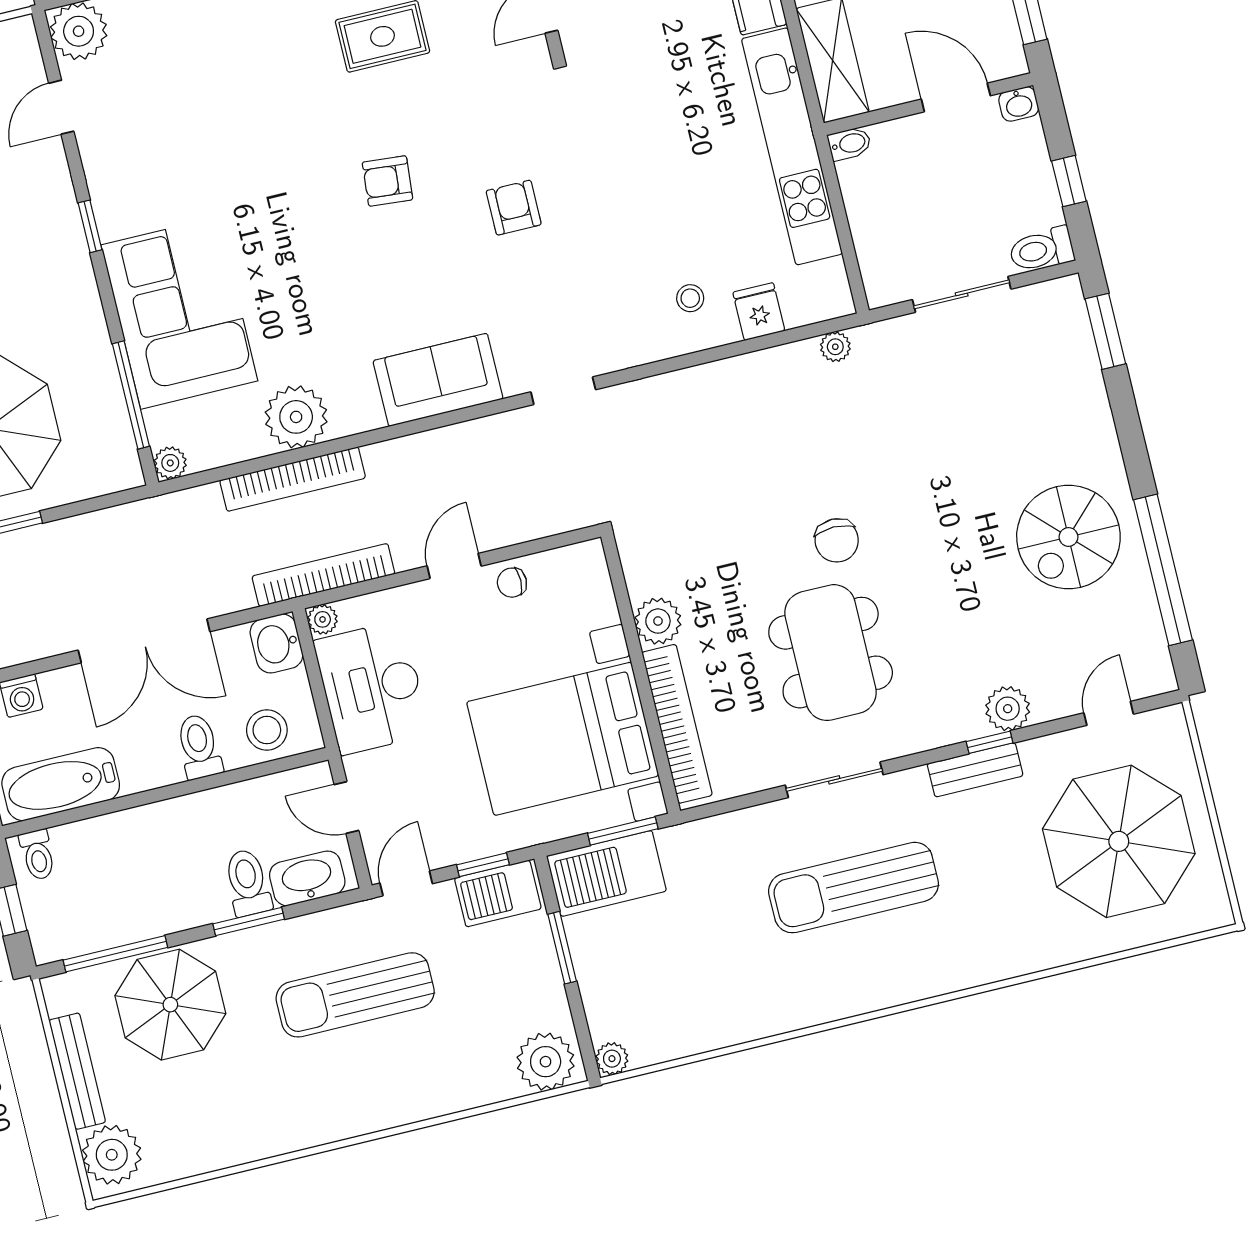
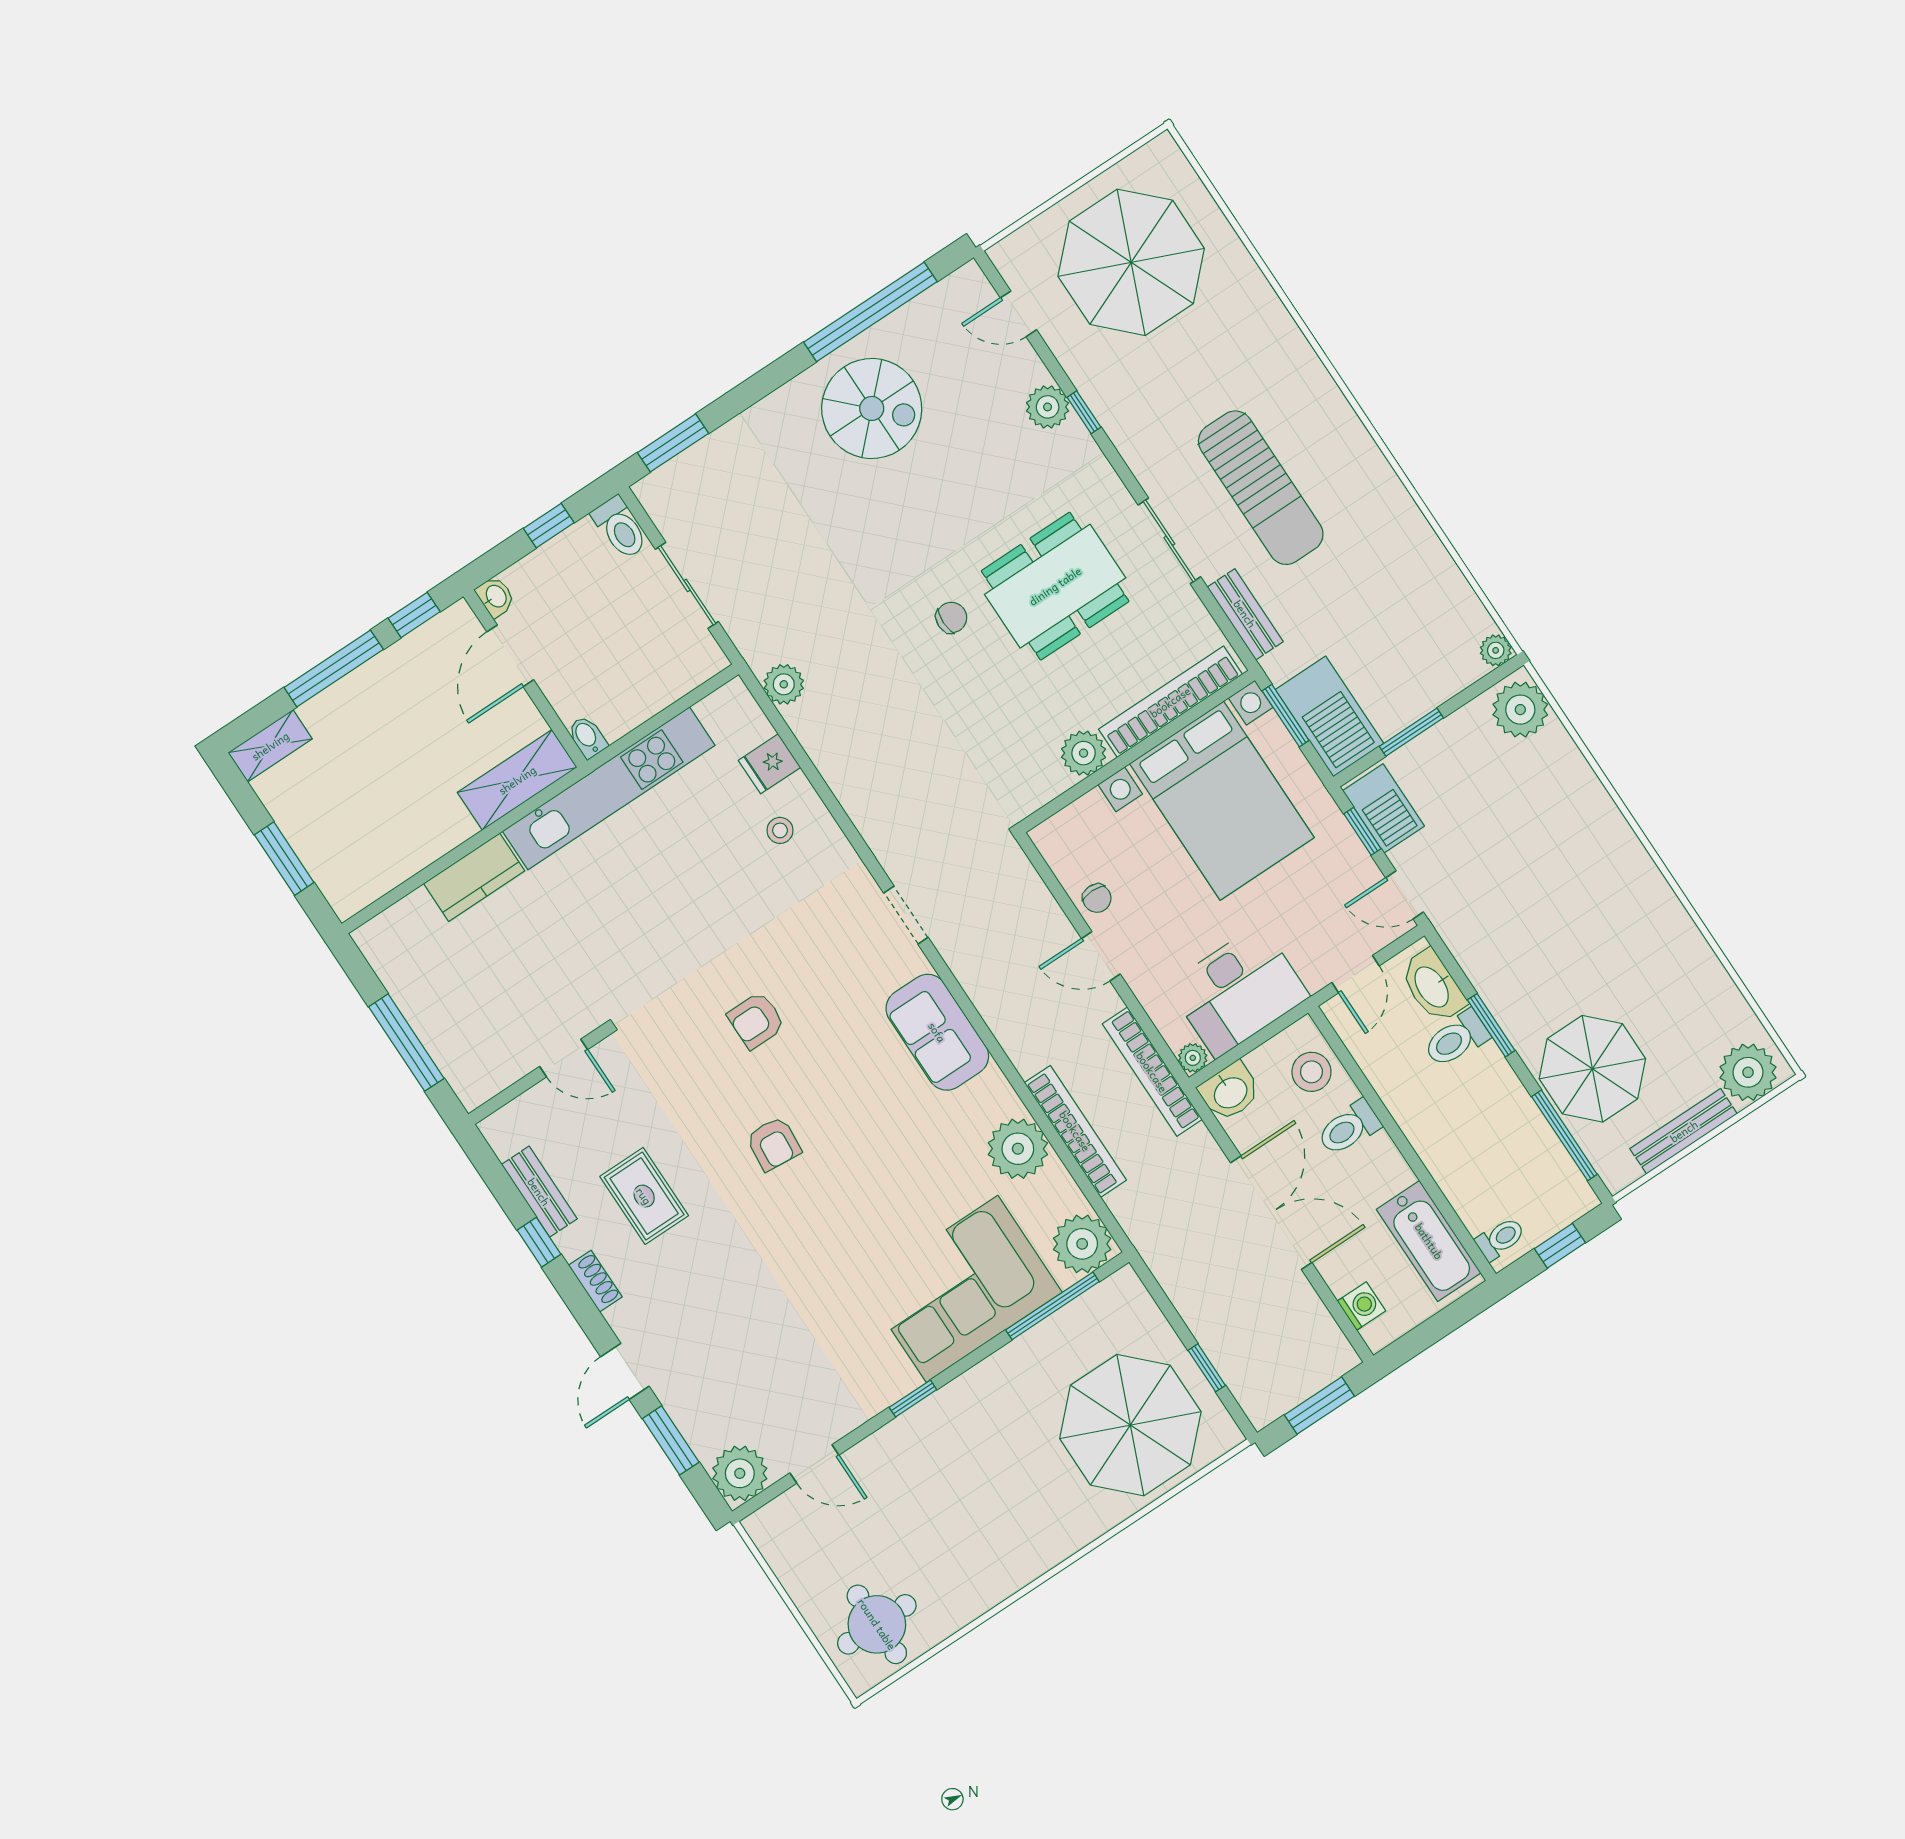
plant: (835, 347) -> (784, 684), width x1.38, depth x1.38
plant: (170, 463) -> (1082, 1244), width x1.87, depth x1.87
chair: (837, 540) -> (951, 618), width x0.73, depth x0.73
bench: (975, 770) -> (1245, 614), moved
sun lounger: (355, 995) -> (1523, 904), removed

